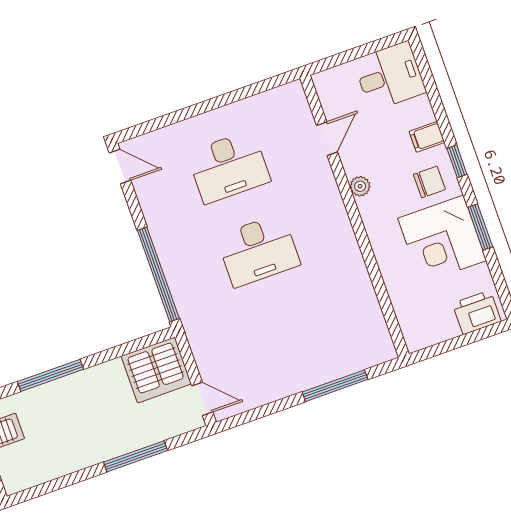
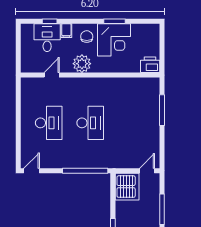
desk: (390, 76) -> (47, 38), moved
door: (327, 139) -> (52, 75), hinge flipped
window: (457, 161) -> (50, 21), moved
plant: (360, 186) -> (82, 64), width x1.88, depth x1.88
printer: (477, 312) -> (150, 65), moved, turned 90

